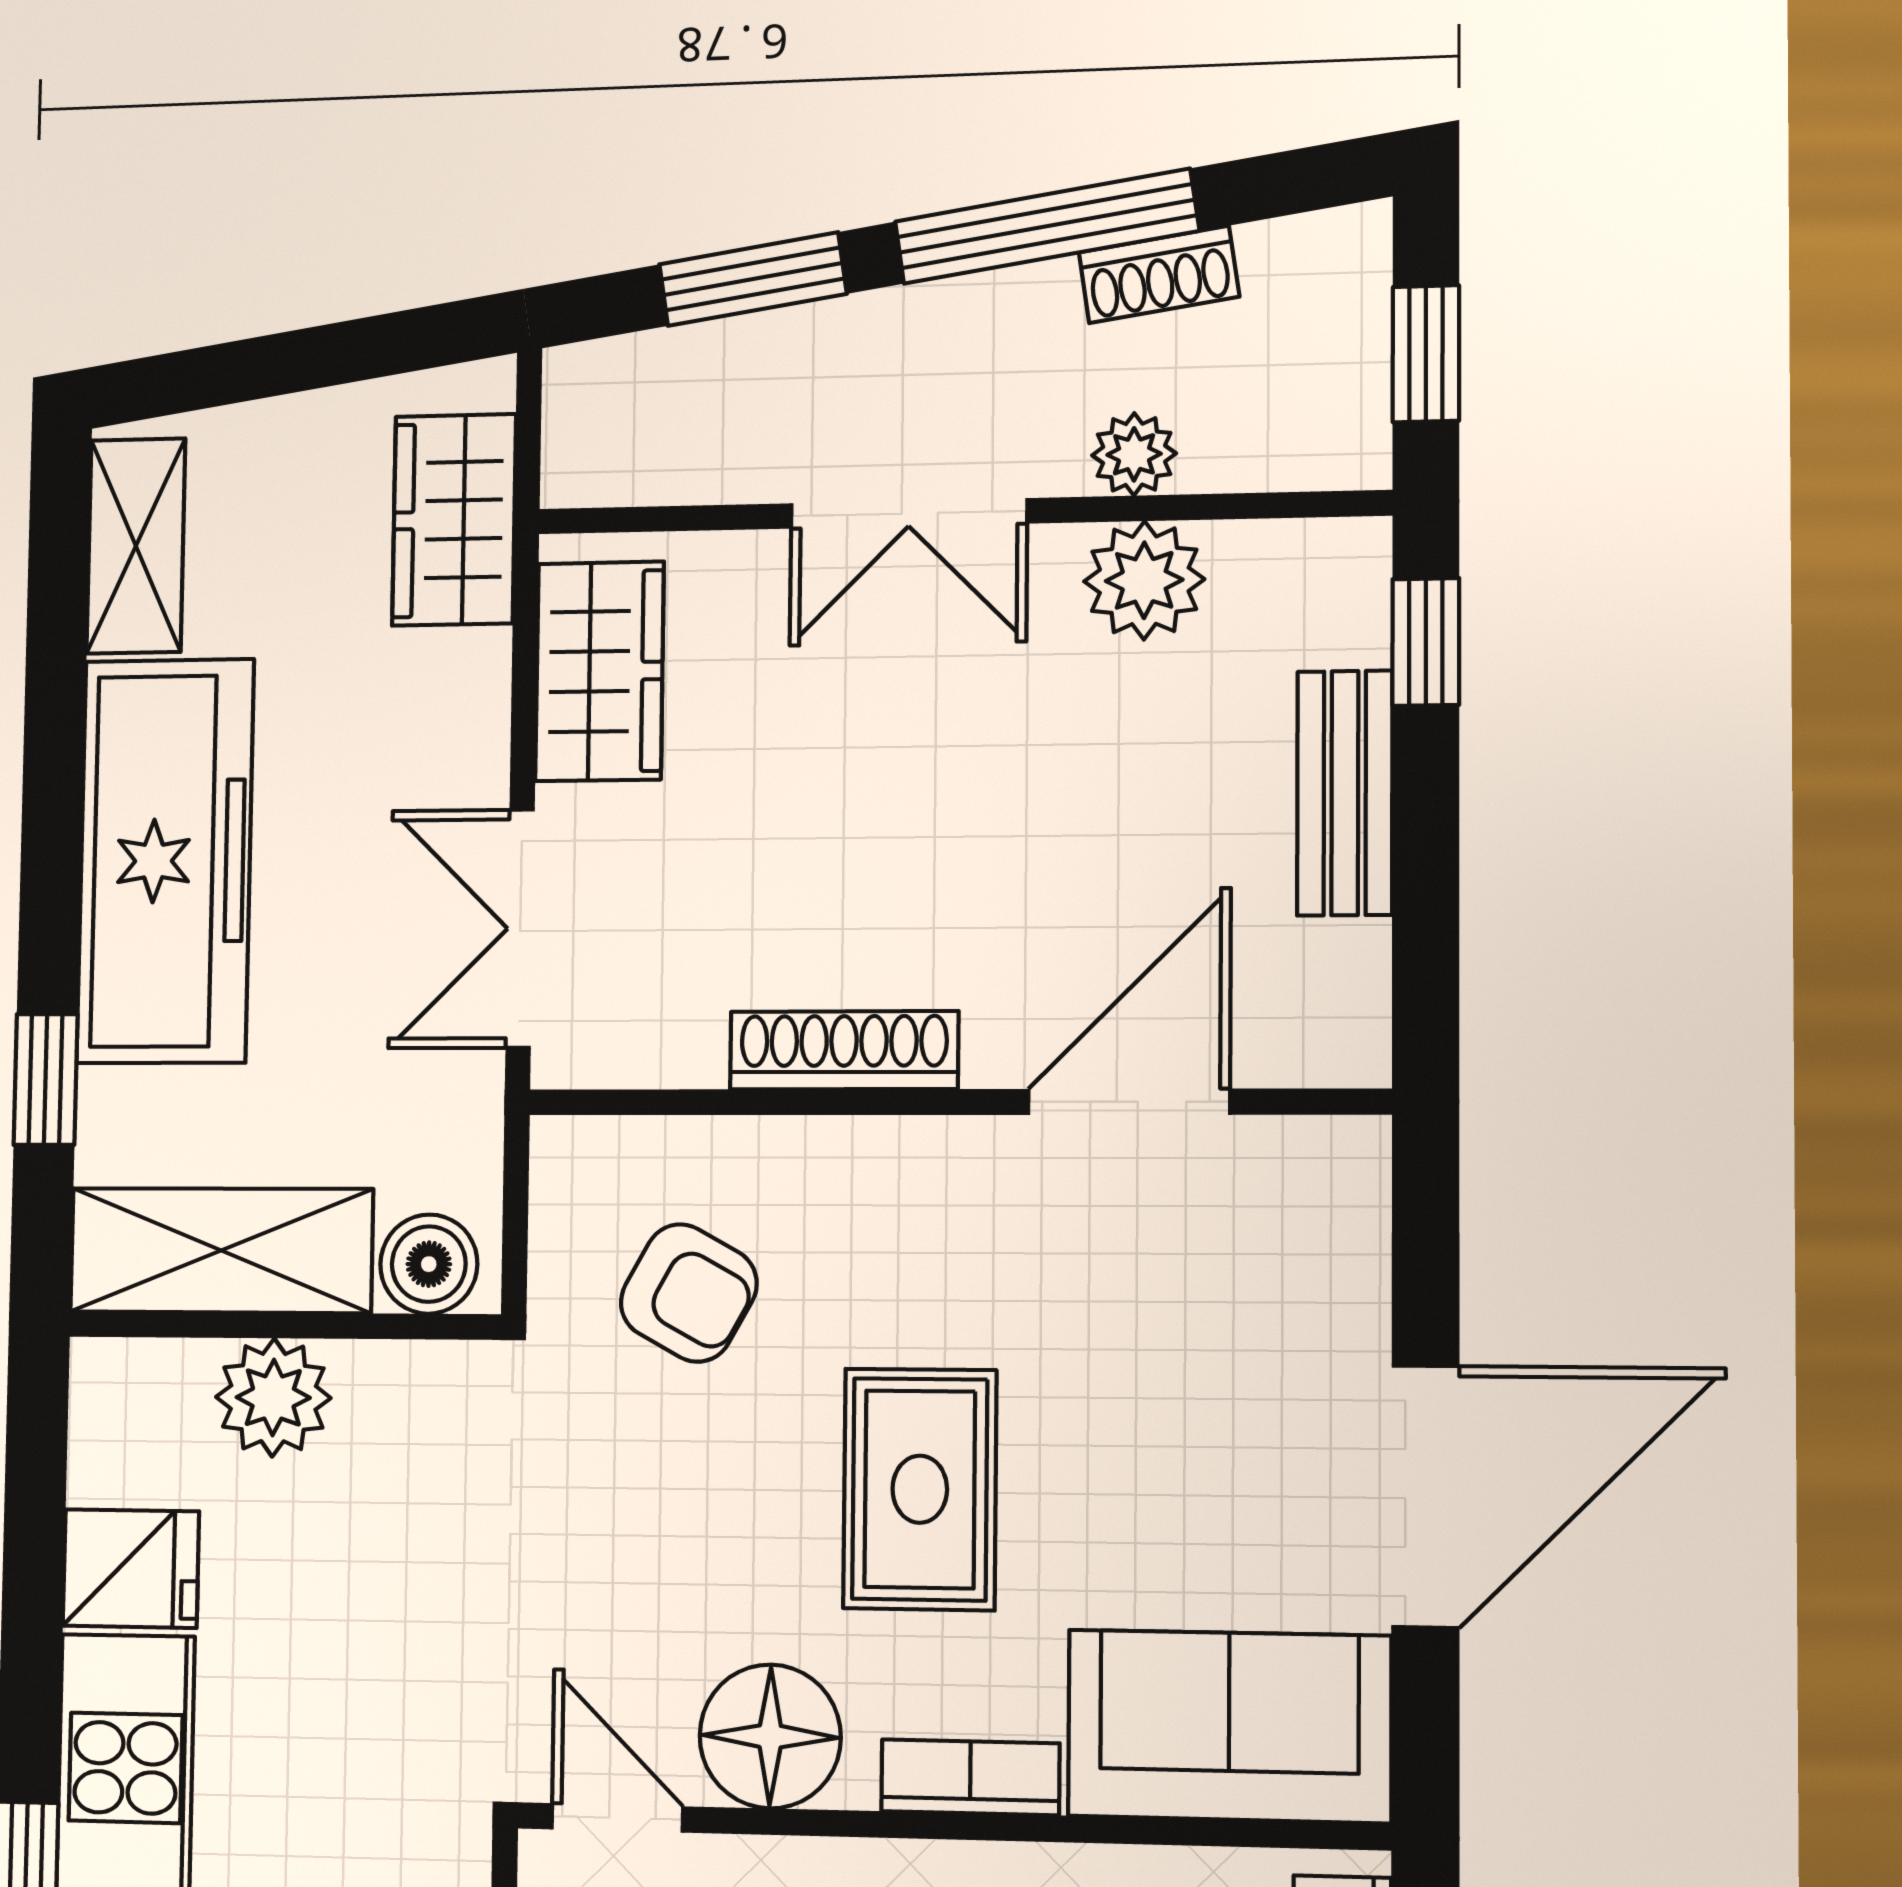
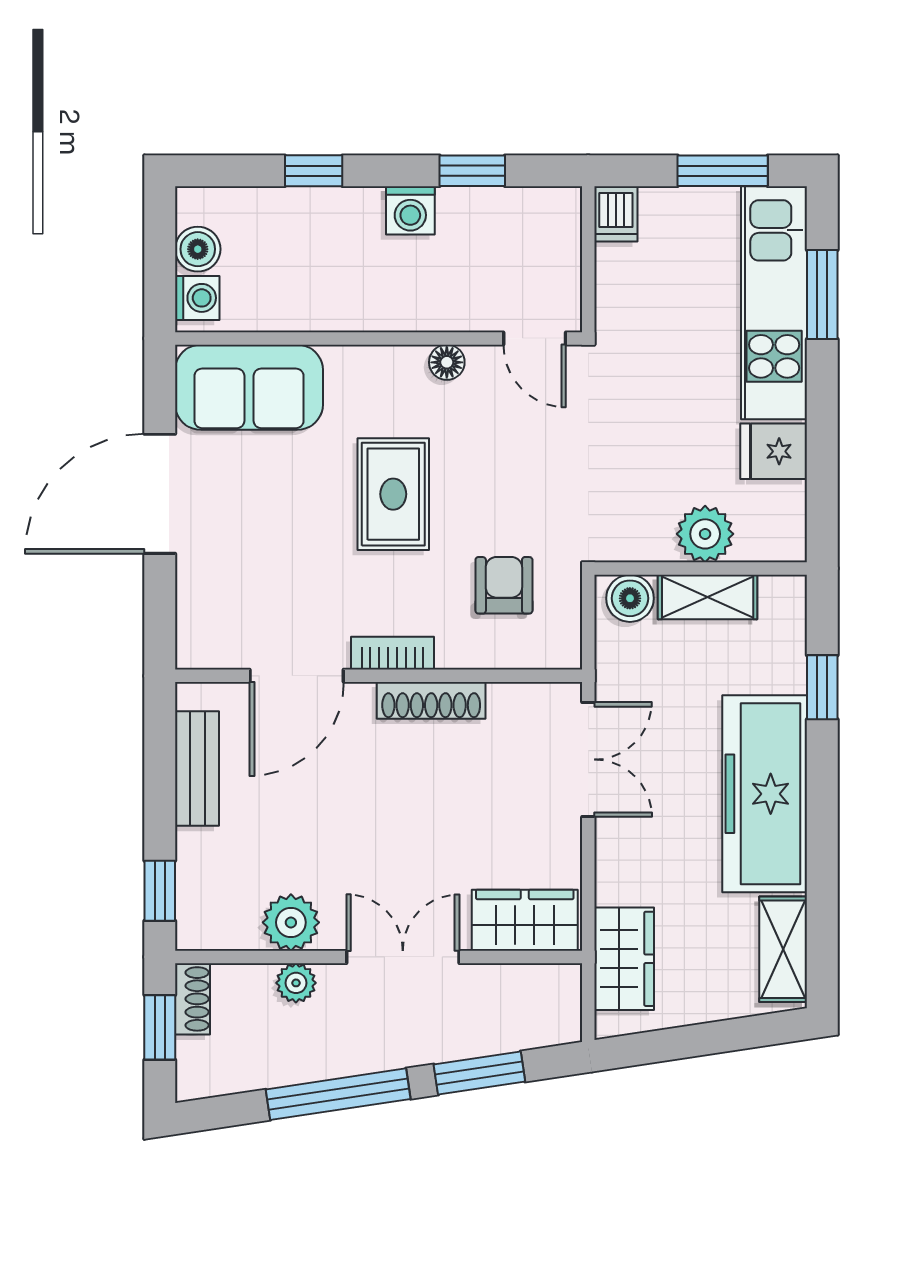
shoe rack: (1159, 275) -> (193, 999), moved, turned 99
wardrobe: (599, 671) -> (525, 920), moved, turned 90
bench: (1345, 793) -> (197, 769), moved
shelving: (221, 1250) -> (708, 597), width x0.67, depth x0.75
armchair: (689, 1293) -> (504, 585), turned 61
floor lamp: (770, 1736) -> (447, 362), width x0.53, depth x0.53
bookcase: (970, 1777) -> (393, 653), moved, turned 180

